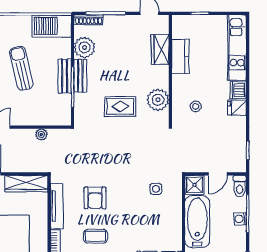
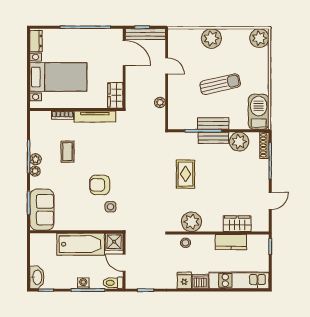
wardrobe: (160, 50) -> (237, 224), moved
kitchen counter: (180, 56) -> (231, 242), moved
wall: (170, 70) -> (218, 233), moved
plant: (158, 100) -> (192, 222), moved
wardrobe: (26, 184) -> (115, 95), width x0.67
armchair: (95, 198) -> (100, 185), moved

